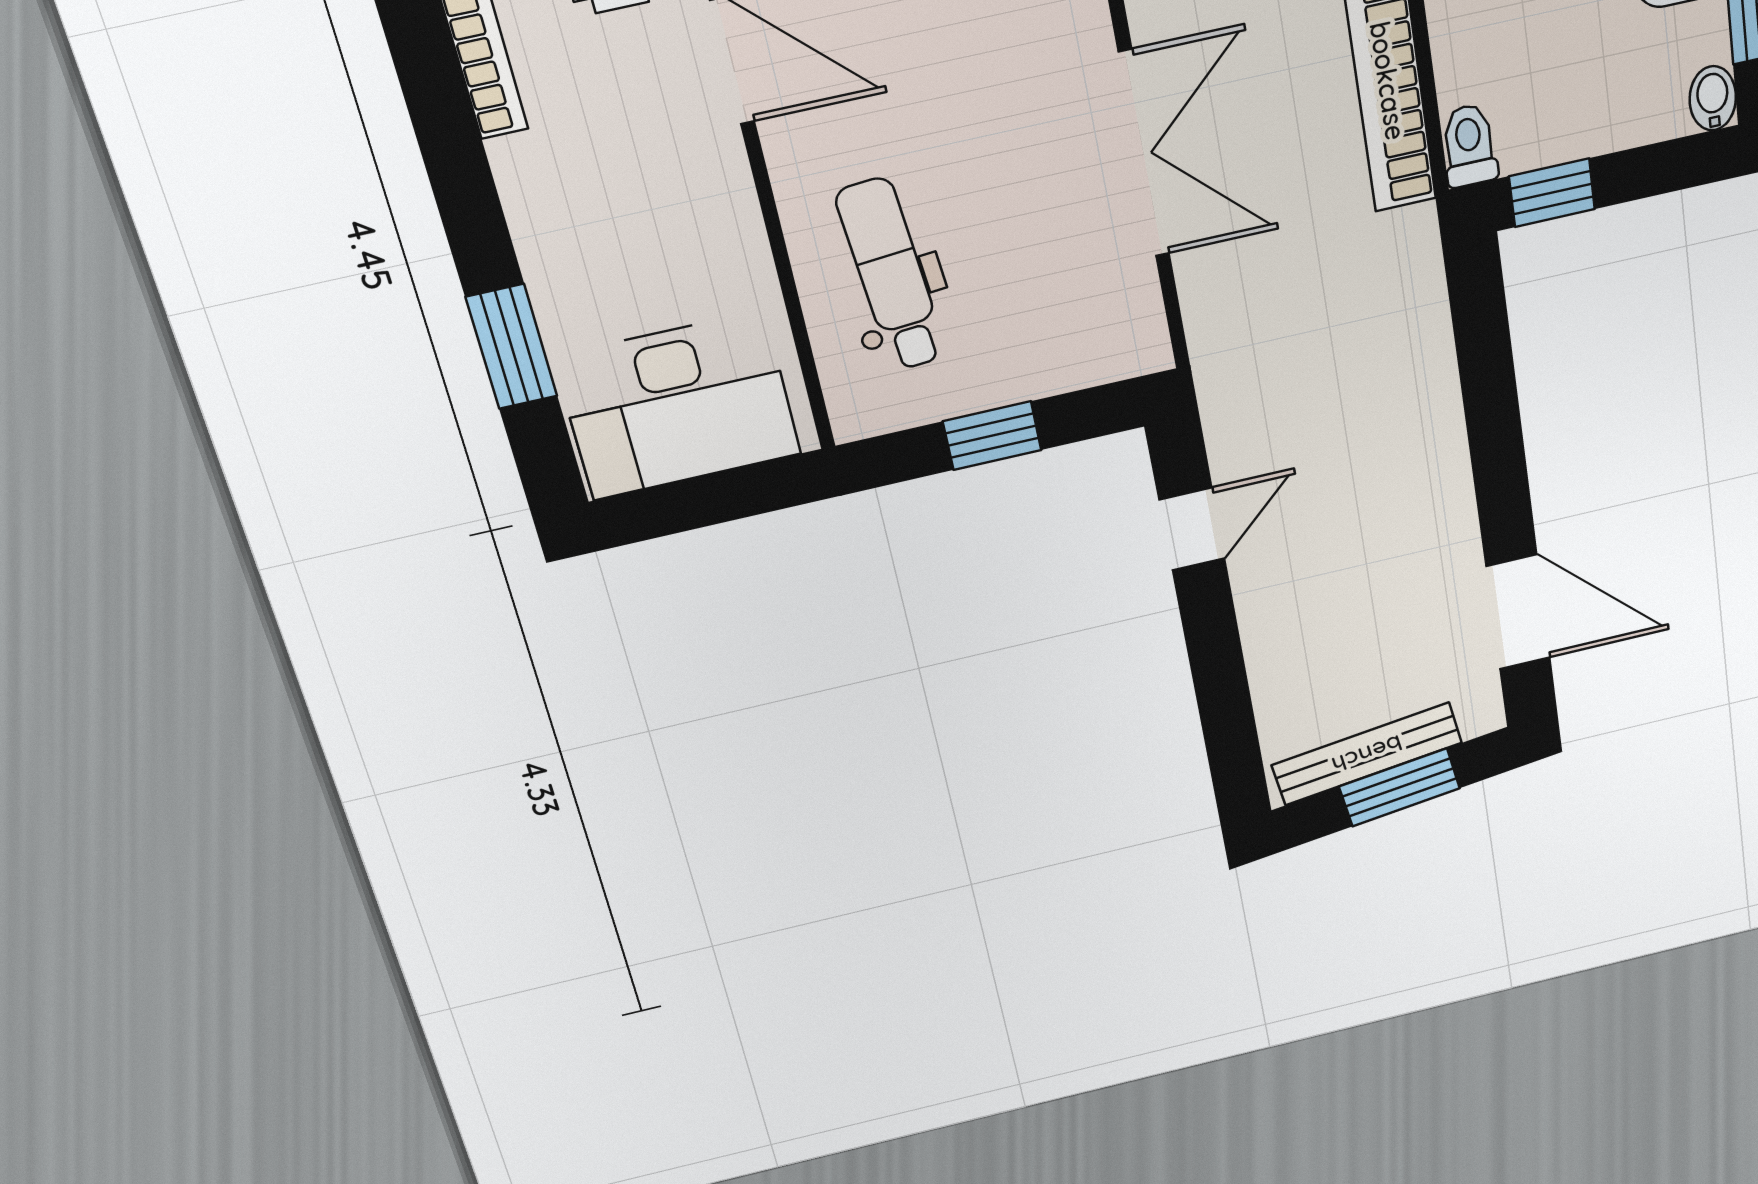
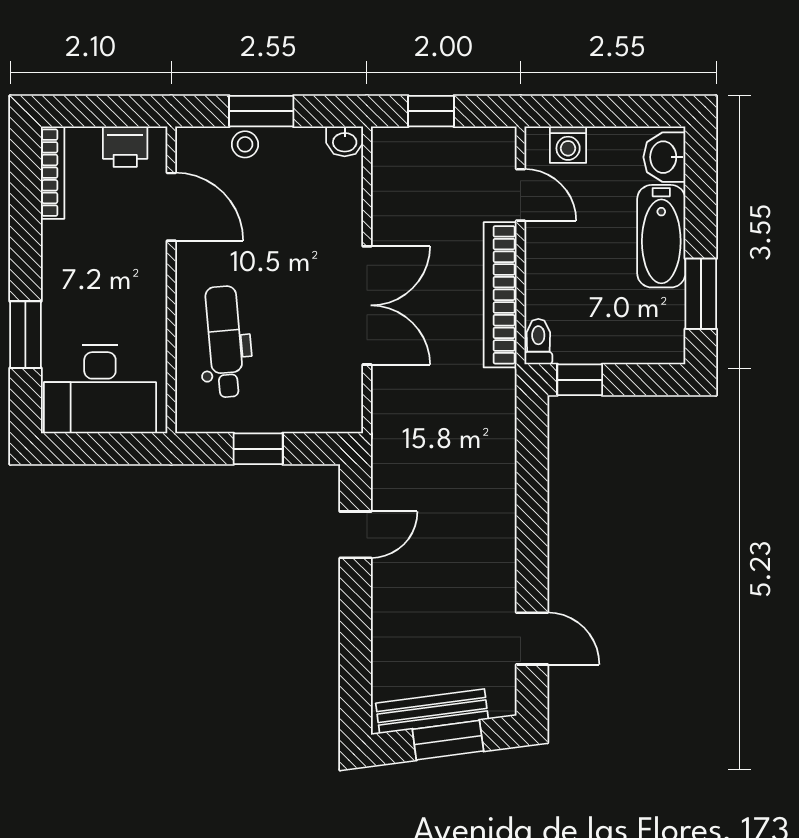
bidet: (1713, 98) -> (673, 346), removed
door: (1518, 612) -> (532, 638), width x0.73

